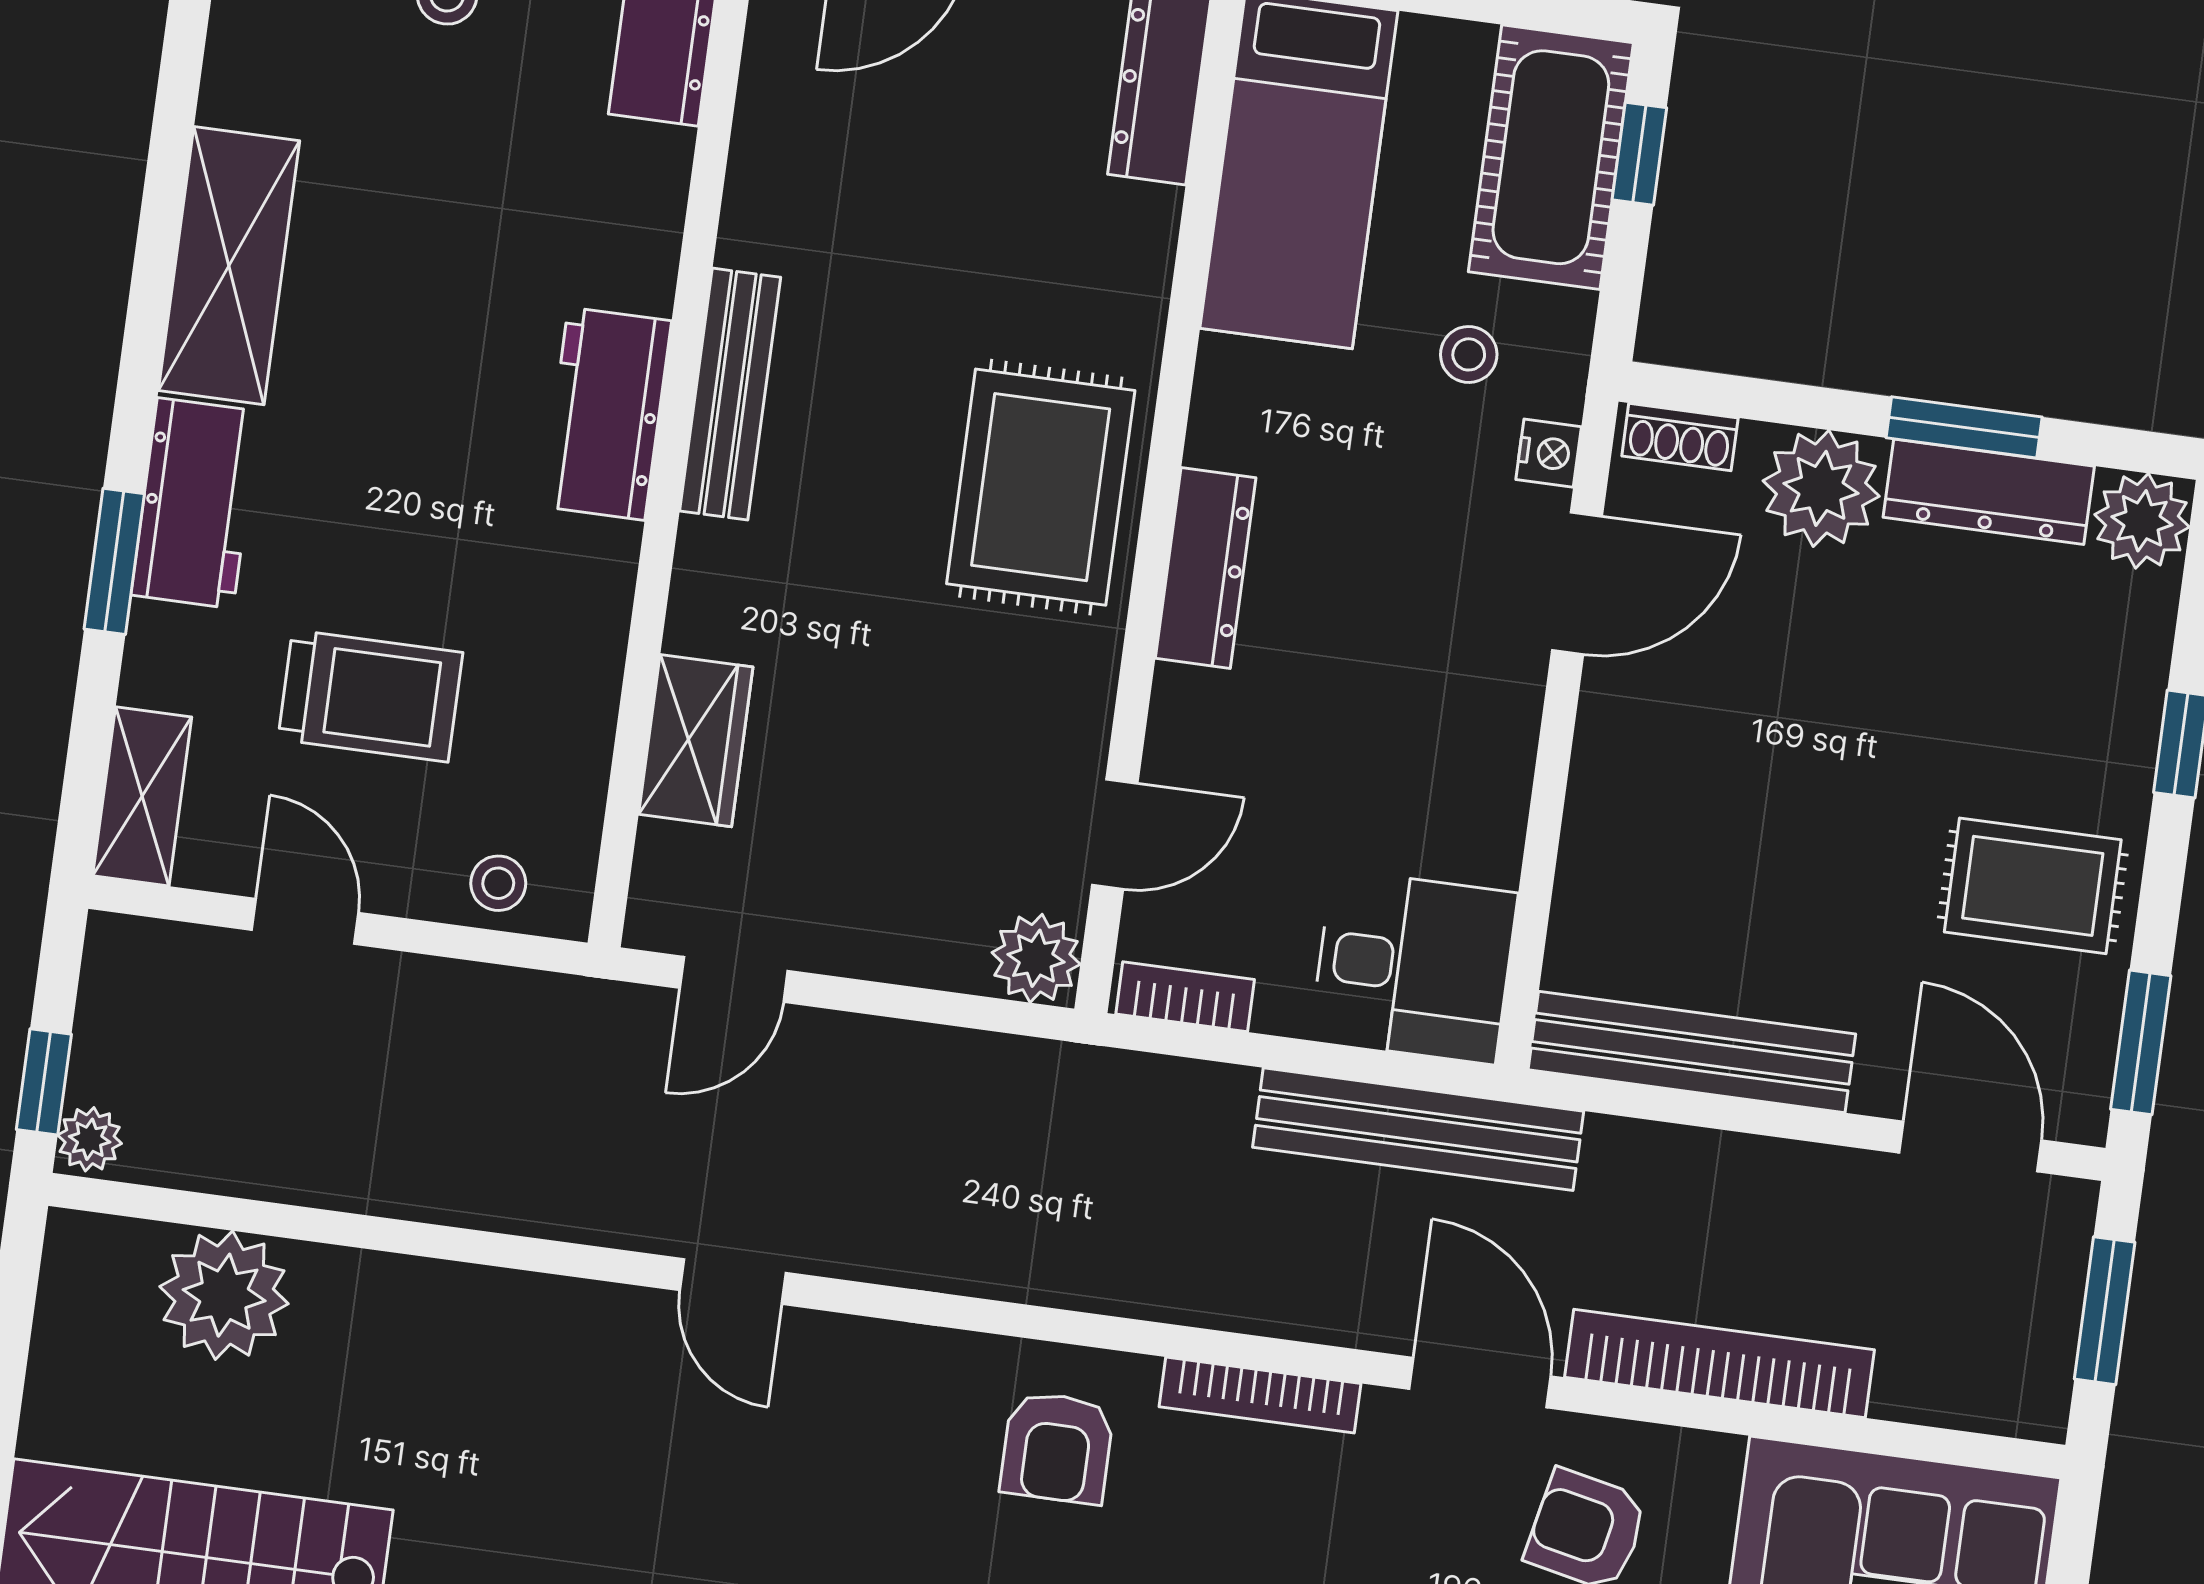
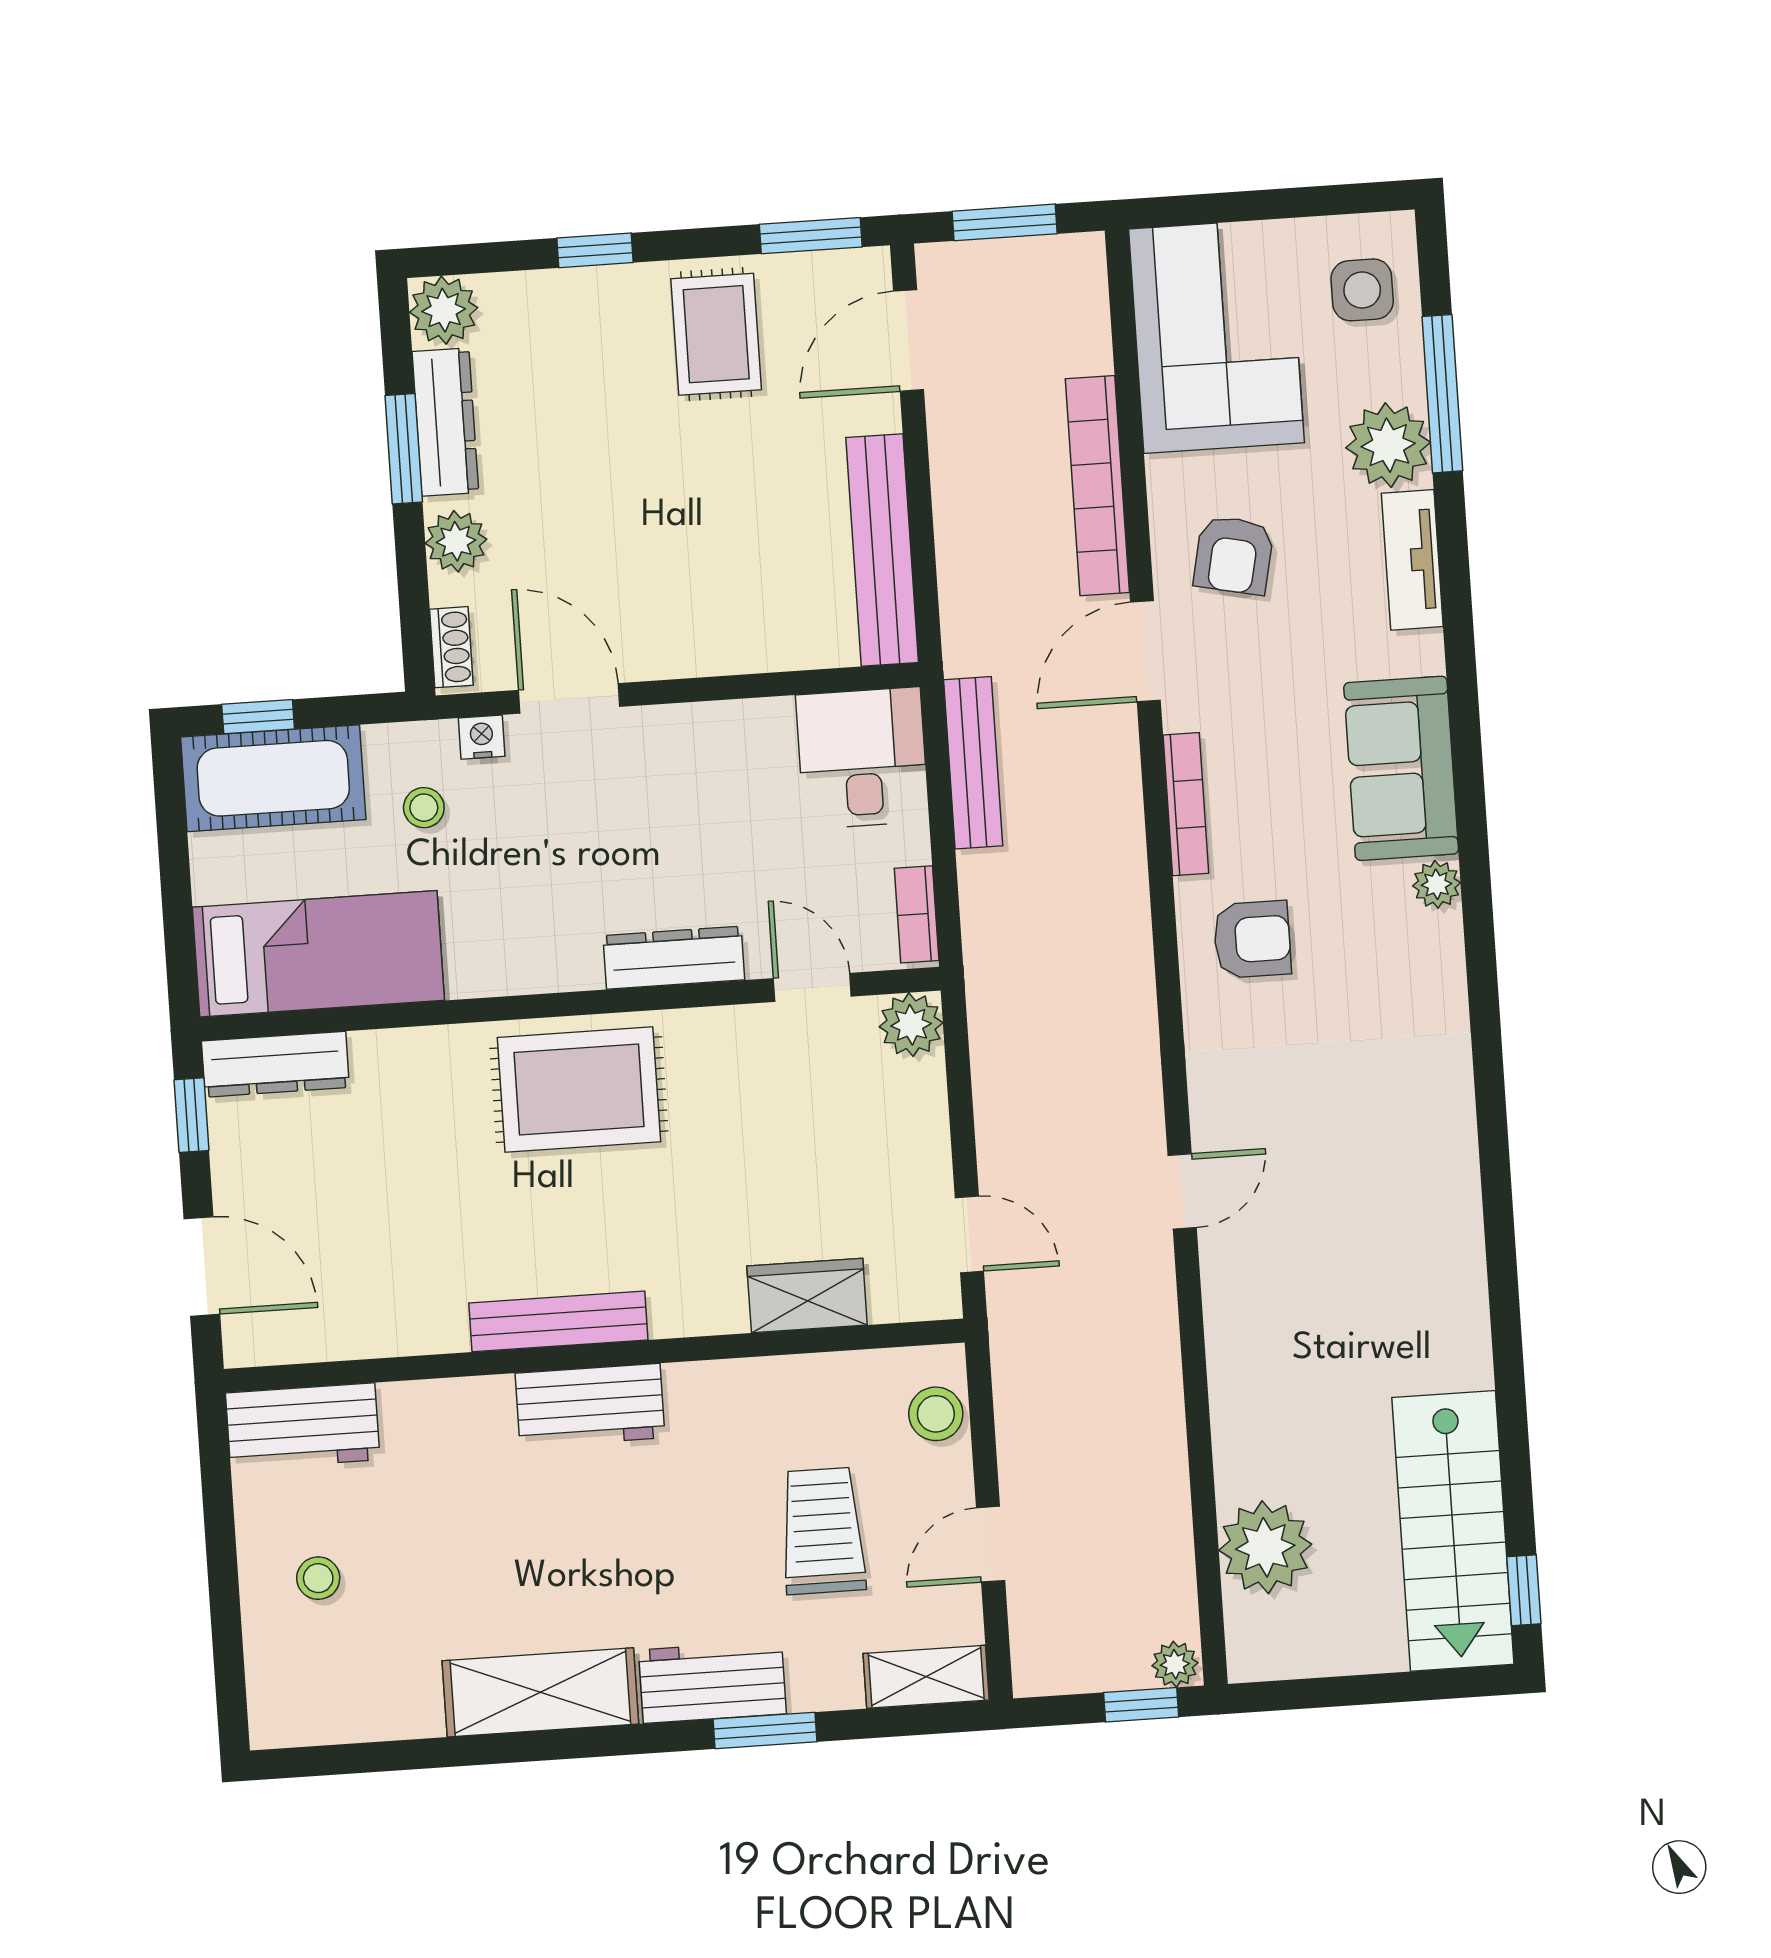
plant: (1821, 488) -> (456, 541), width x0.73, depth x0.73
dresser: (1206, 568) -> (674, 958), moved
stool: (498, 883) -> (936, 1414), width x1.37, depth x1.37
bench: (1418, 1129) -> (973, 763), width x0.73, depth x0.82

